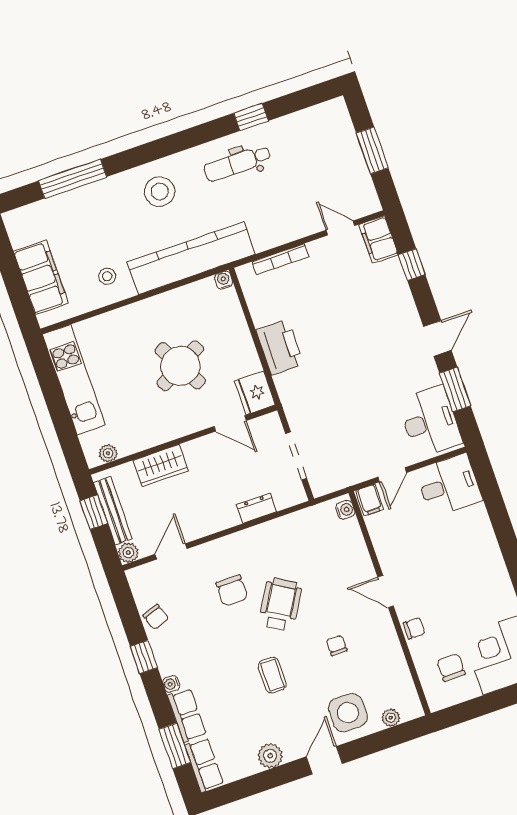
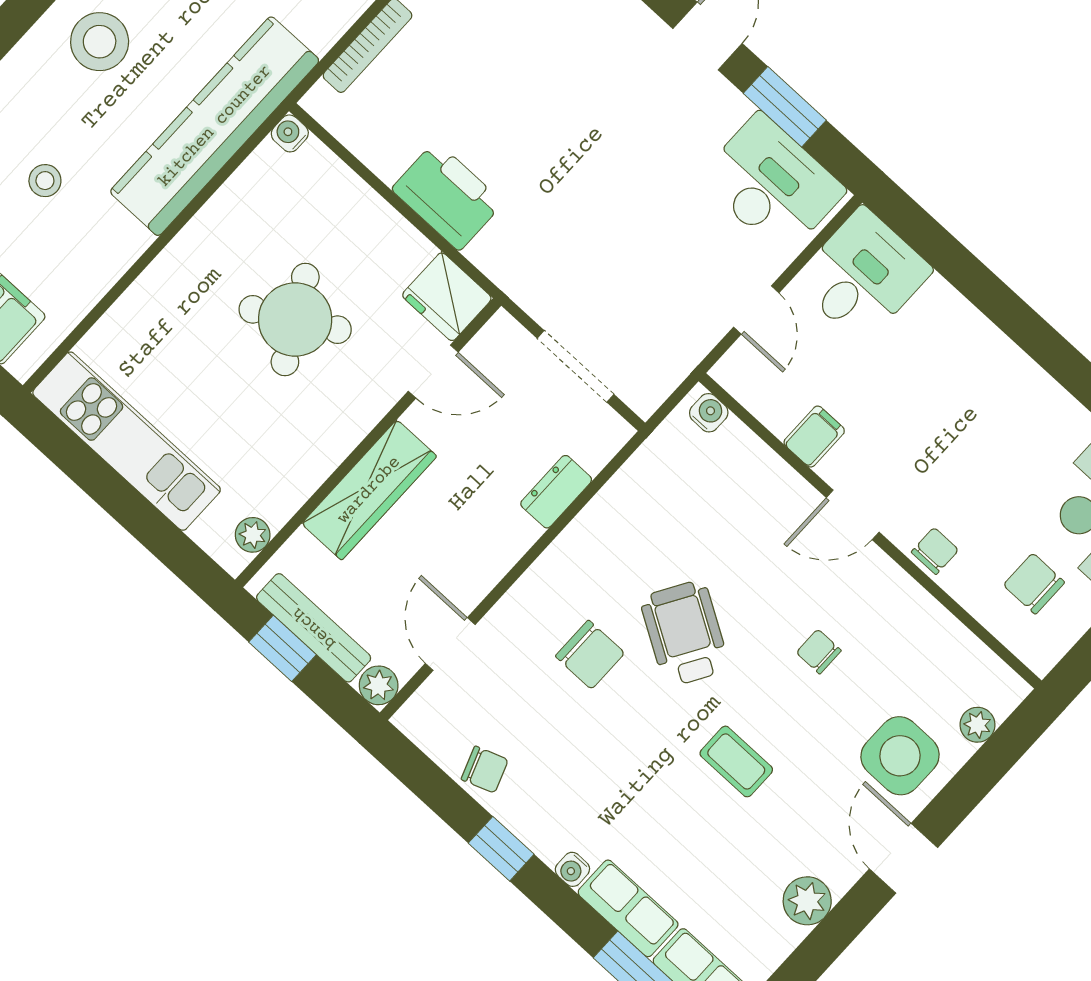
stool: (107, 276) -> (45, 181), moved
wardrobe: (161, 466) -> (369, 490), width x1.50
filing cabinet: (370, 500) -> (814, 437), moved, turned -90

